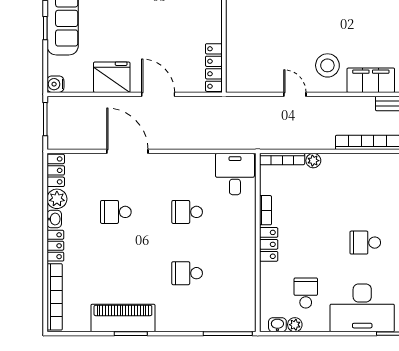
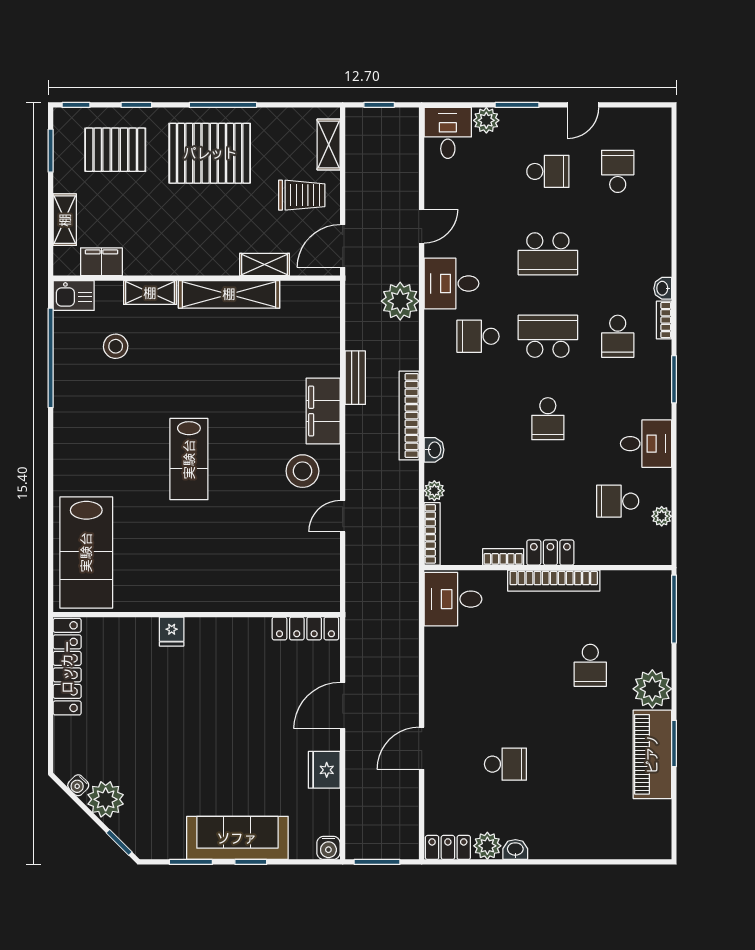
fridge: (112, 77) -> (324, 770), width x0.73, depth x0.75
door: (127, 151) -> (422, 748), width x0.73
school desk: (116, 212) -> (505, 764), turned -90
school desk: (187, 212) -> (505, 665), removed
locker: (55, 246) -> (552, 848), removed
bookcase: (55, 297) -> (554, 581), moved, turned 180
desk: (362, 308) -> (646, 444), width x0.53, depth x0.77
plant: (170, 318) -> (652, 689), added
washbasin: (277, 325) -> (434, 450), moved, turned 180

